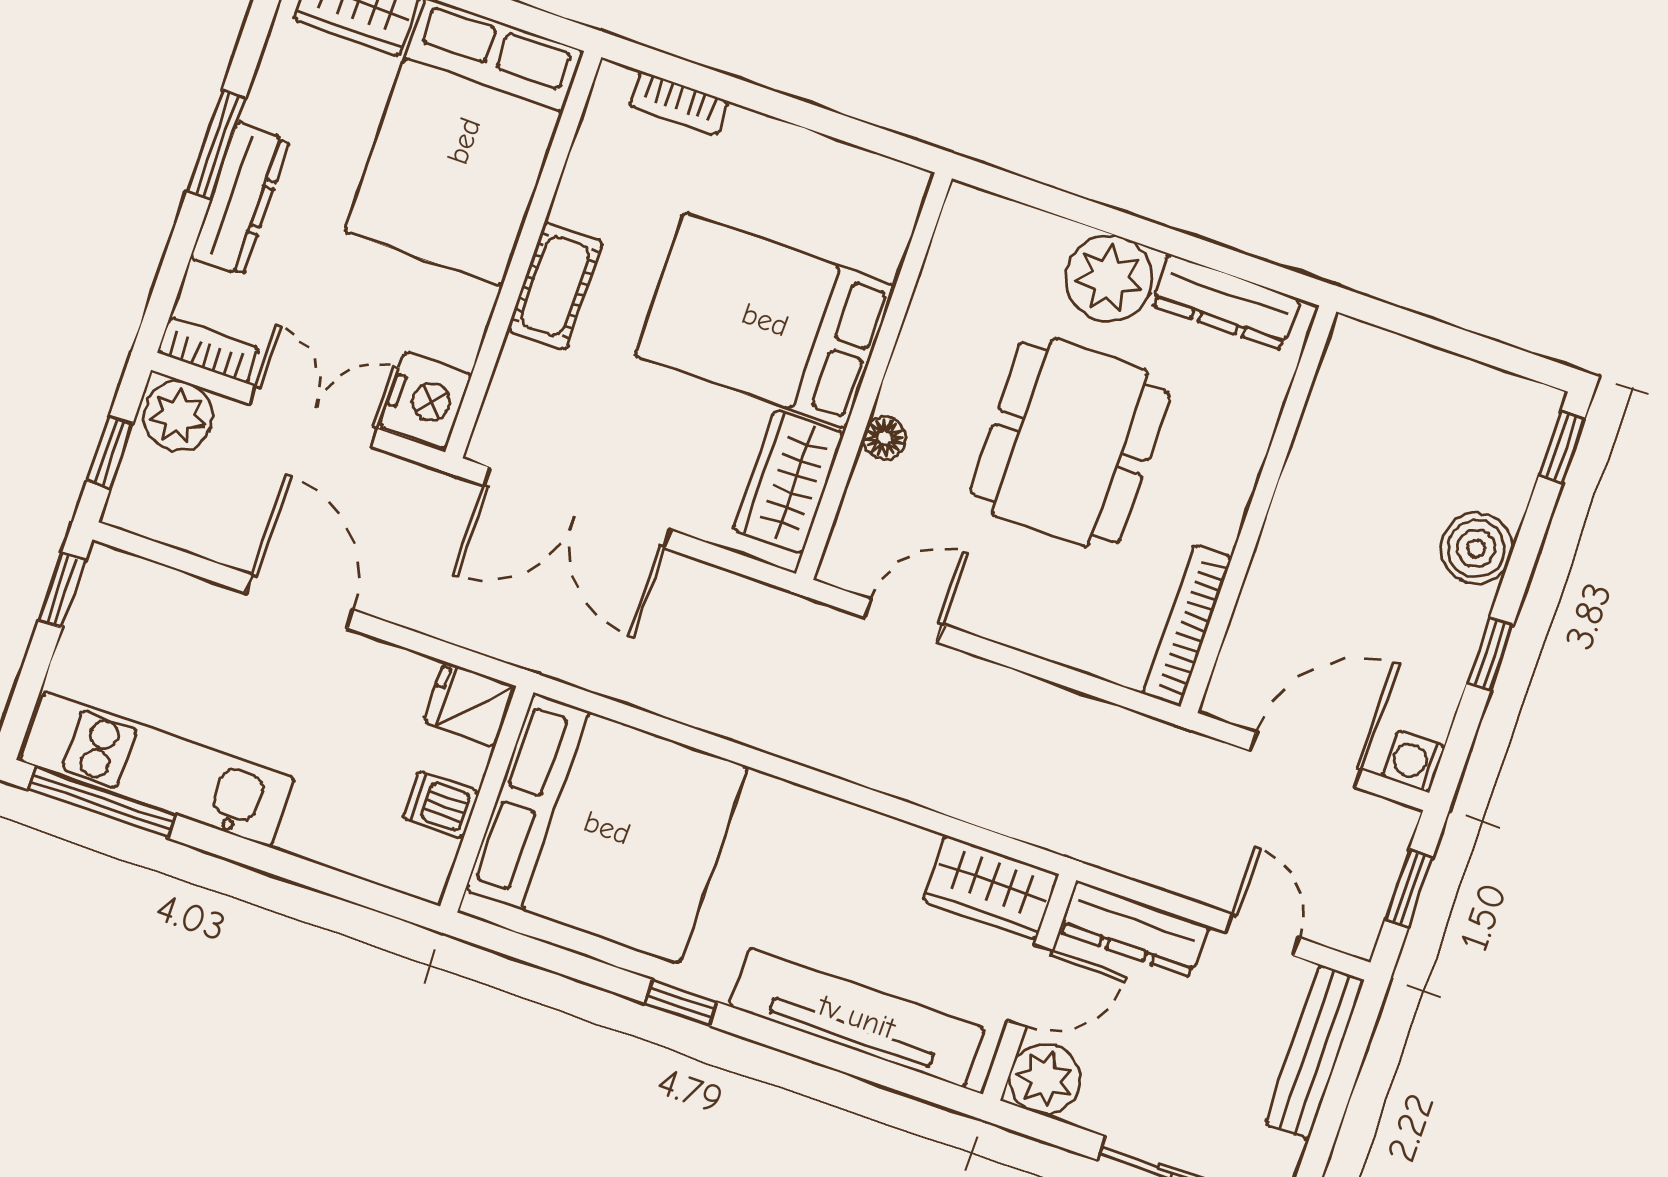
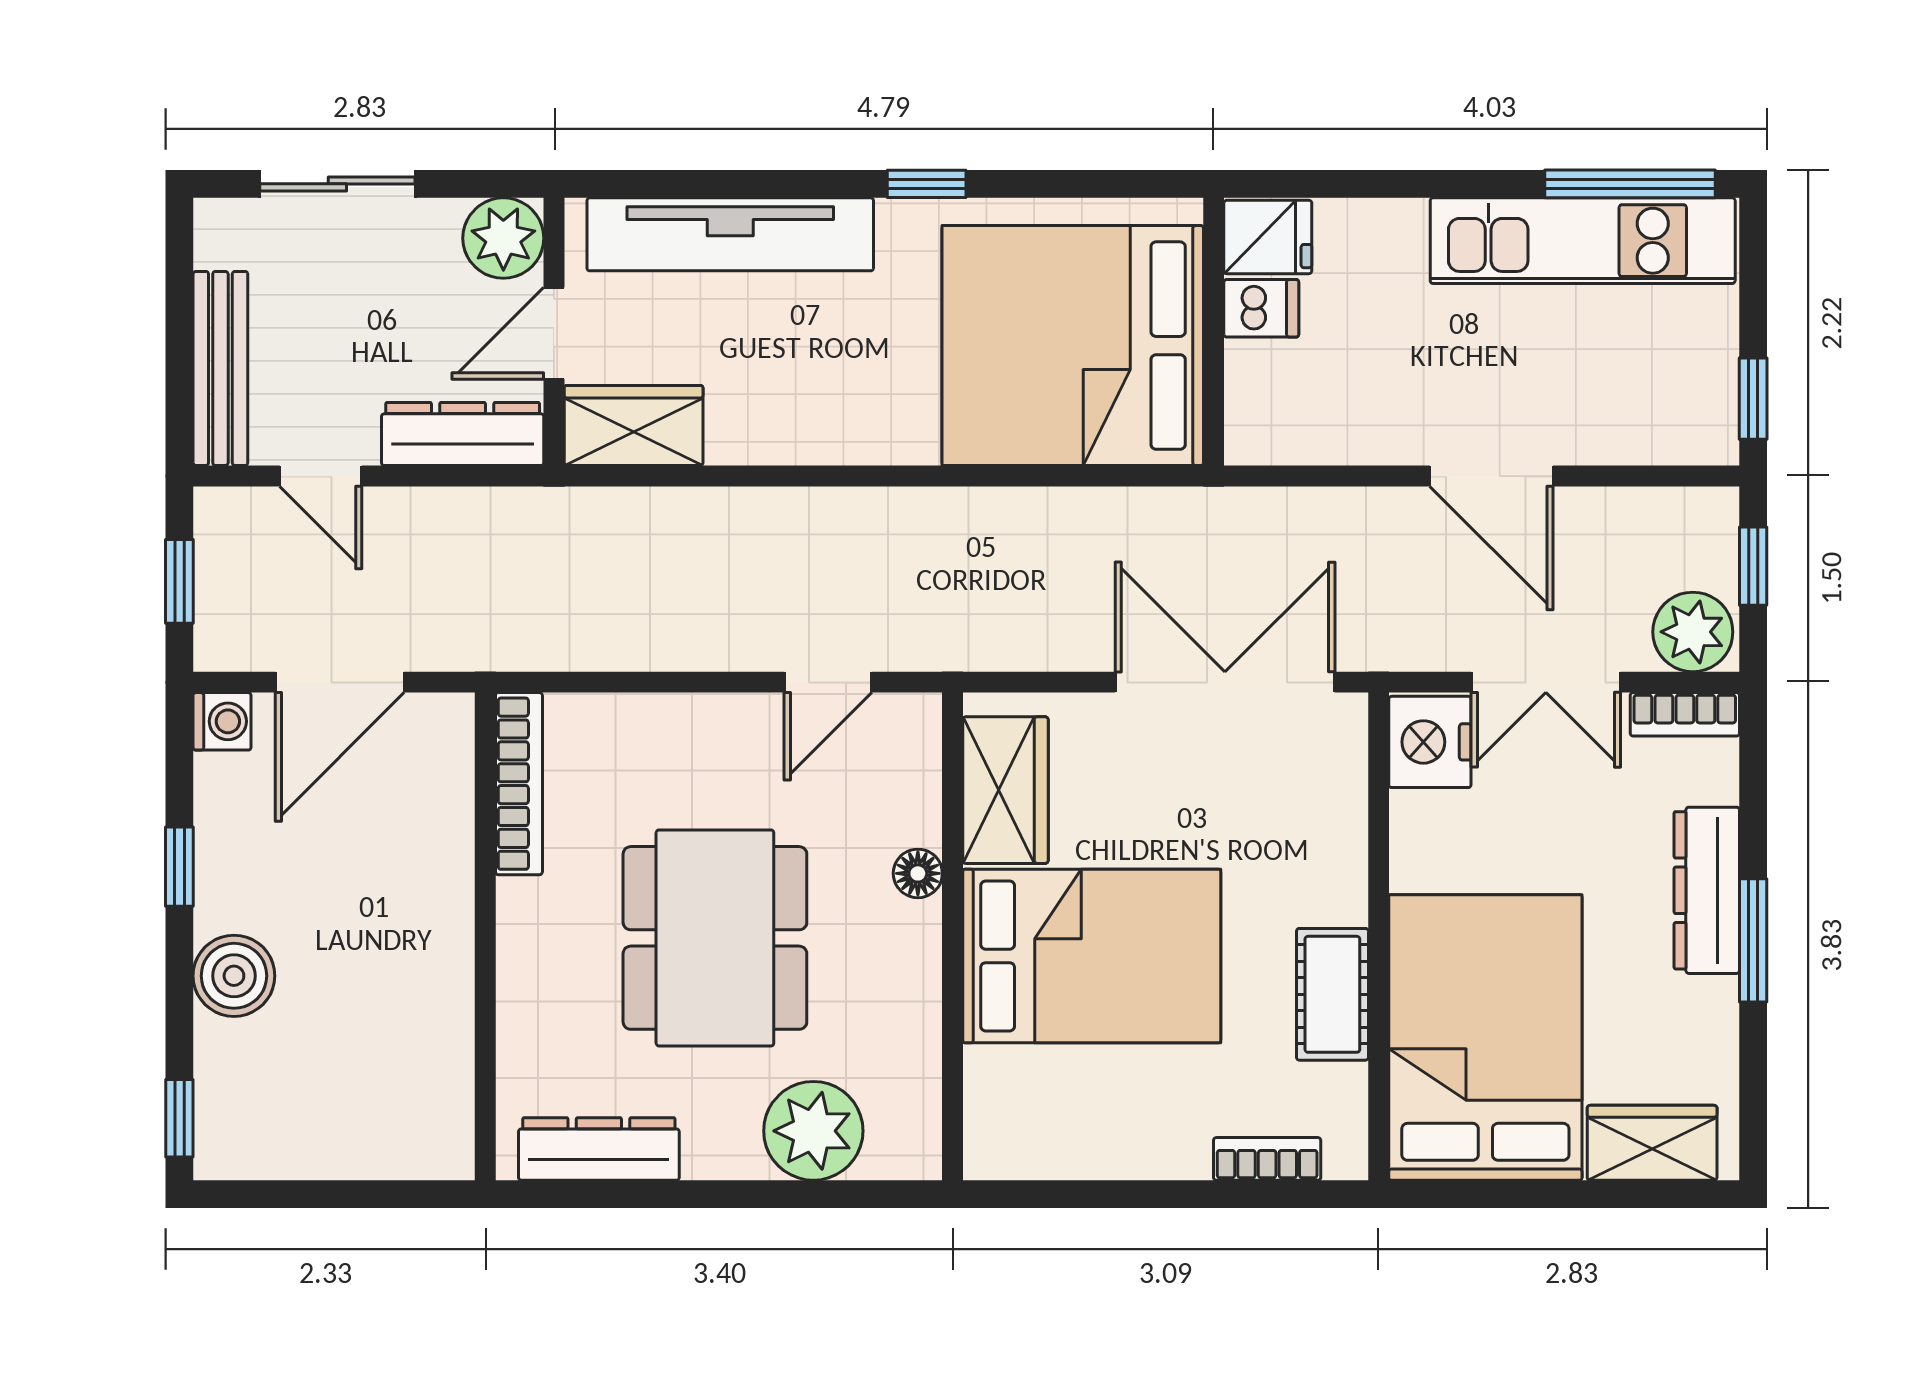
plant: (1109, 278) -> (813, 1131), moved
cot: (555, 286) -> (1332, 994), moved
fridge: (470, 704) -> (1268, 237), moved

